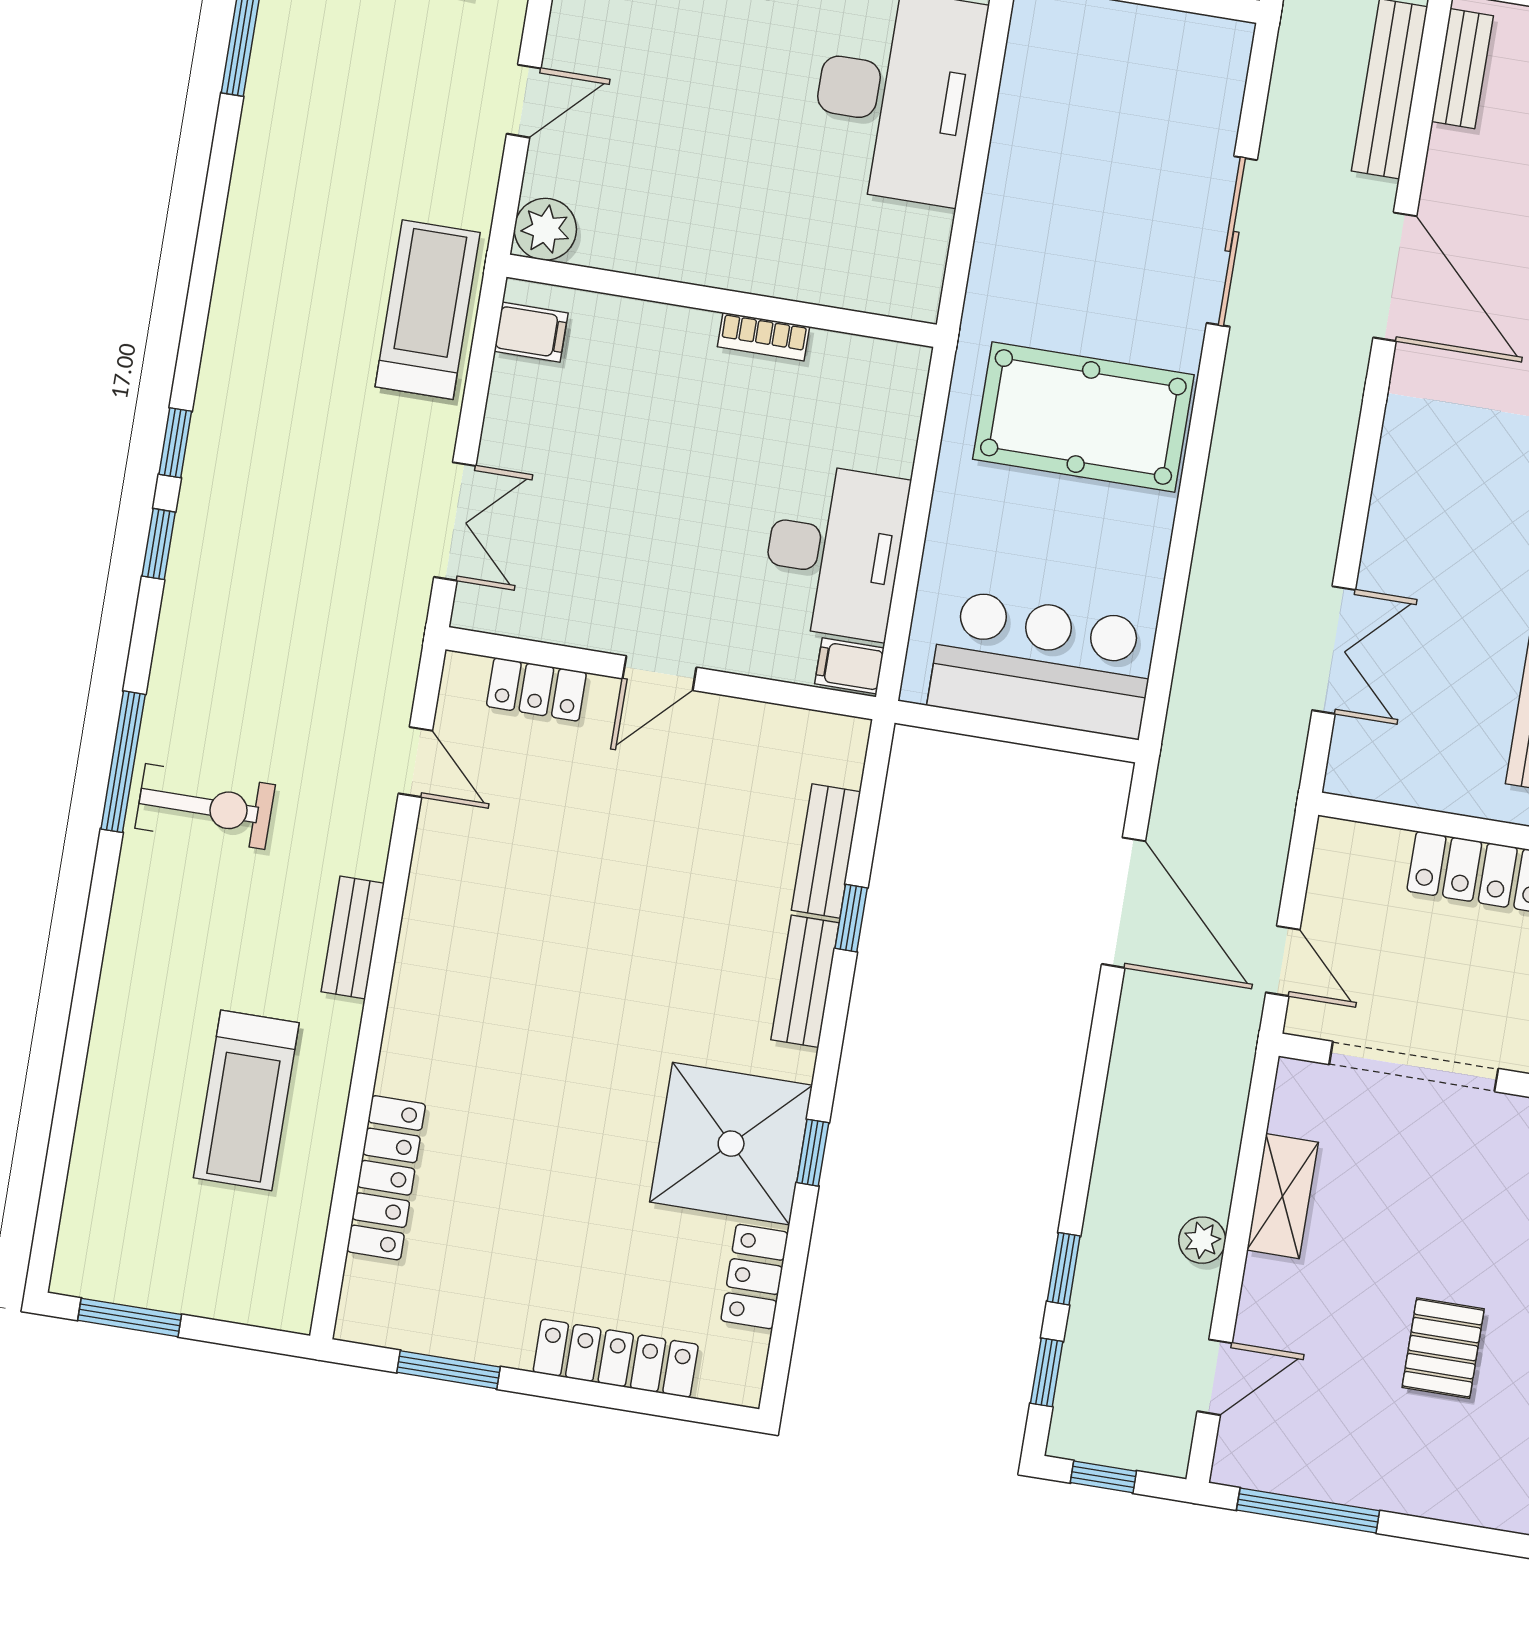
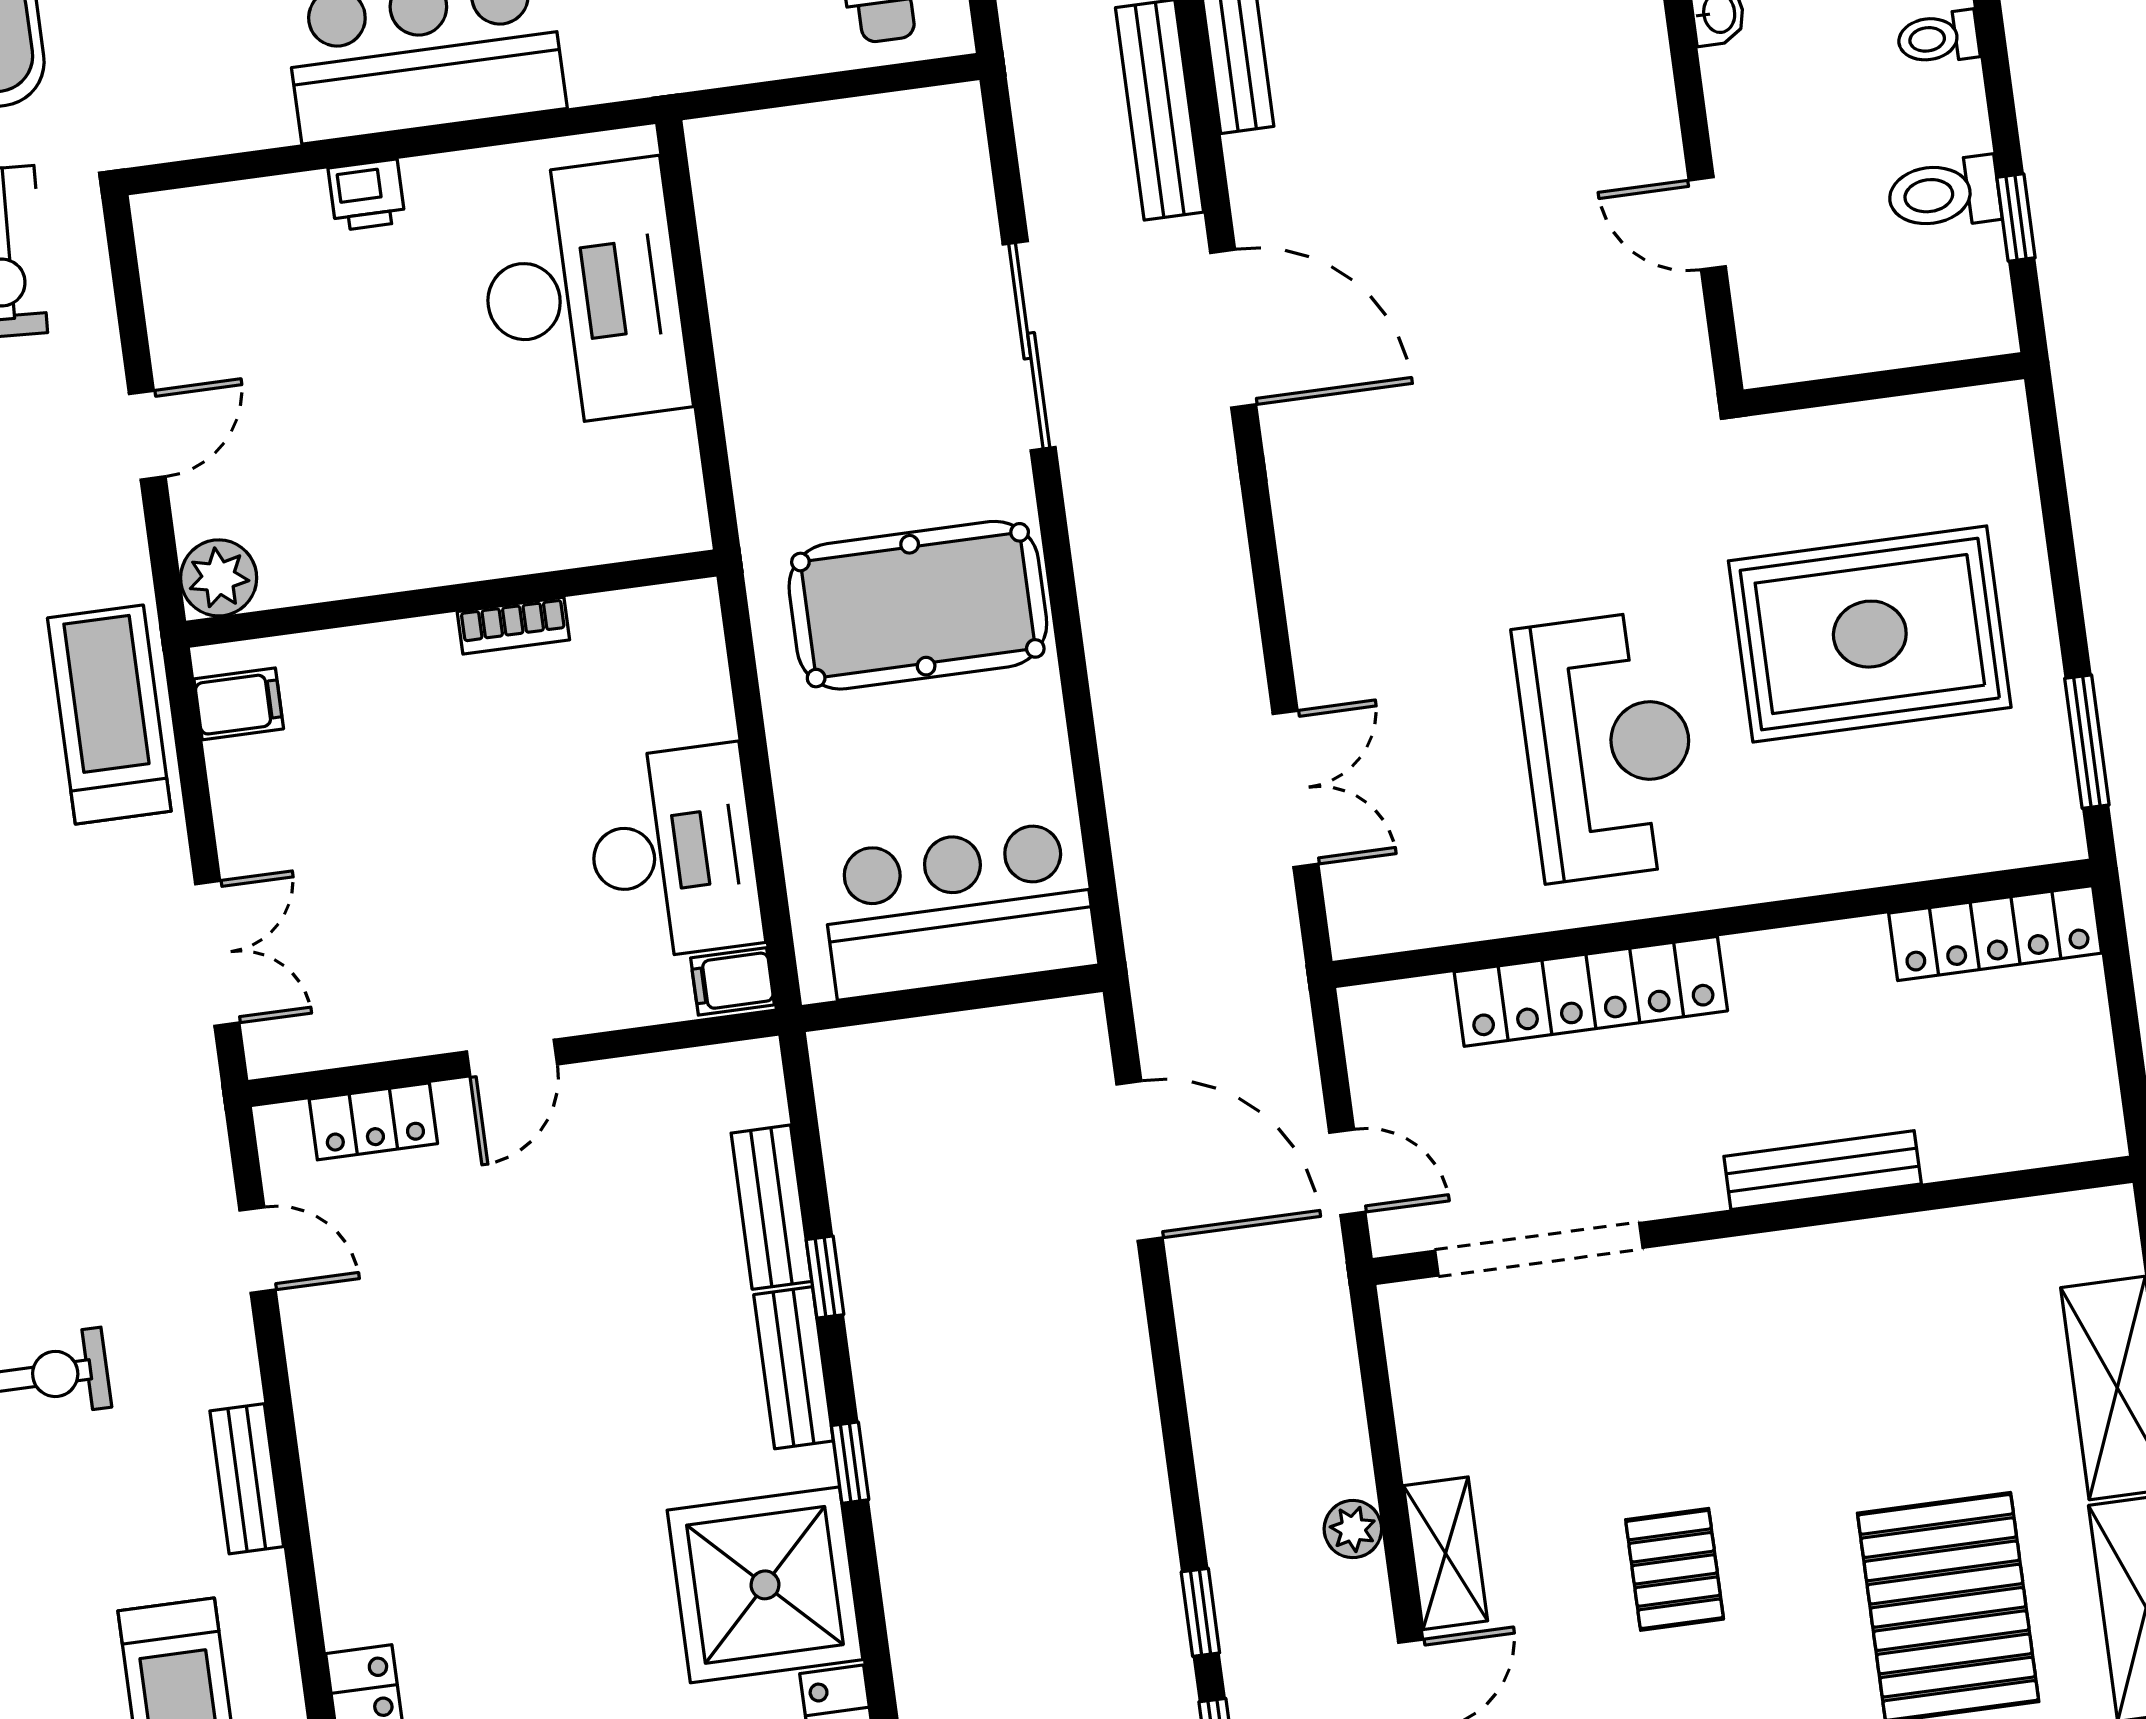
window: (813, 1153) -> (850, 1463), moved
shelving: (1283, 1196) -> (1446, 1553), moved

